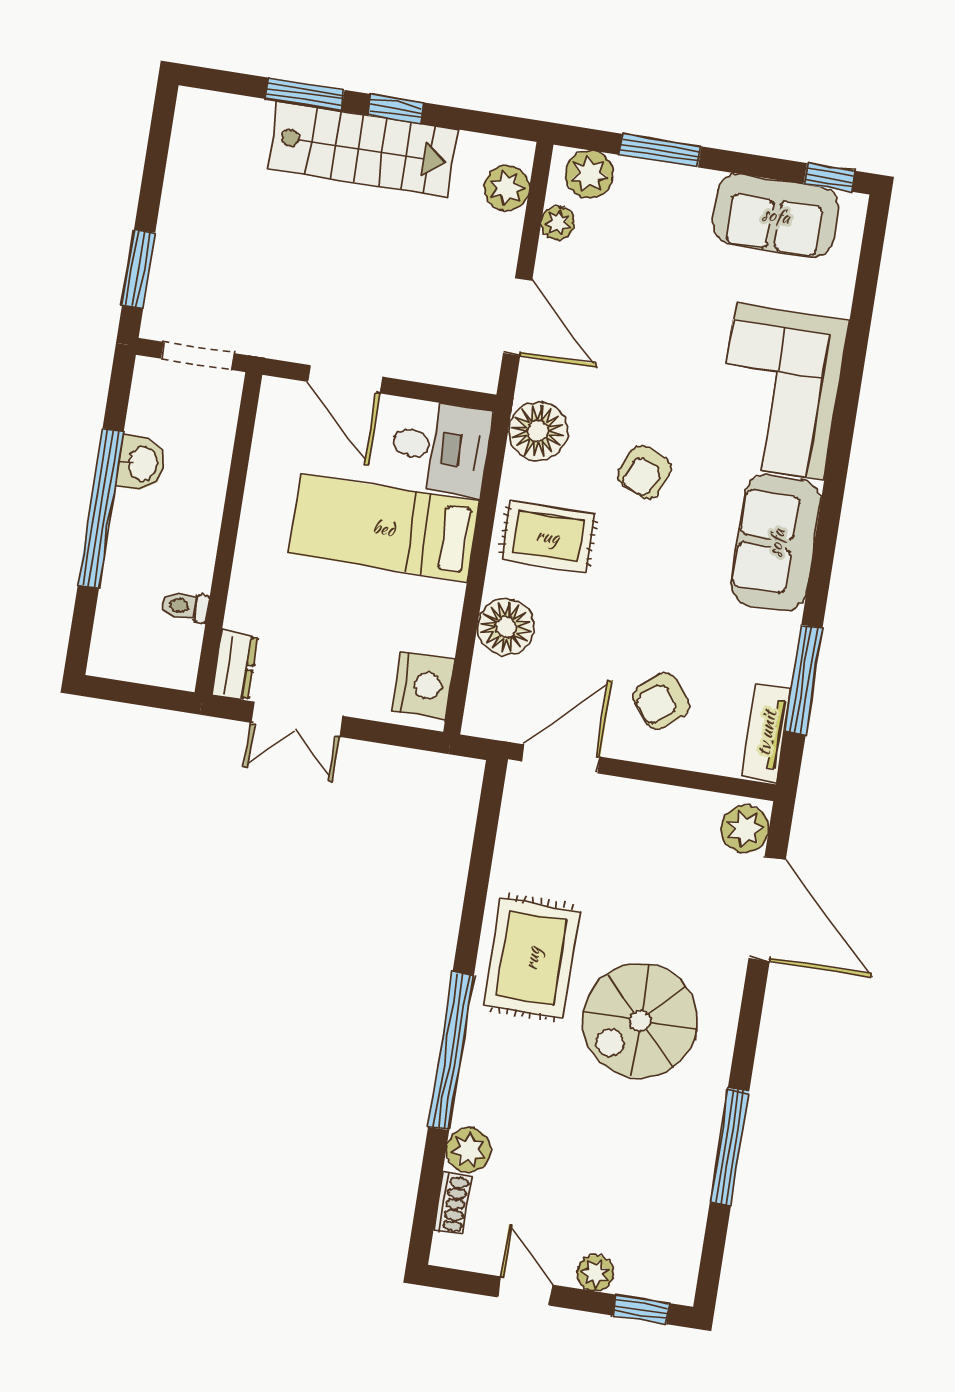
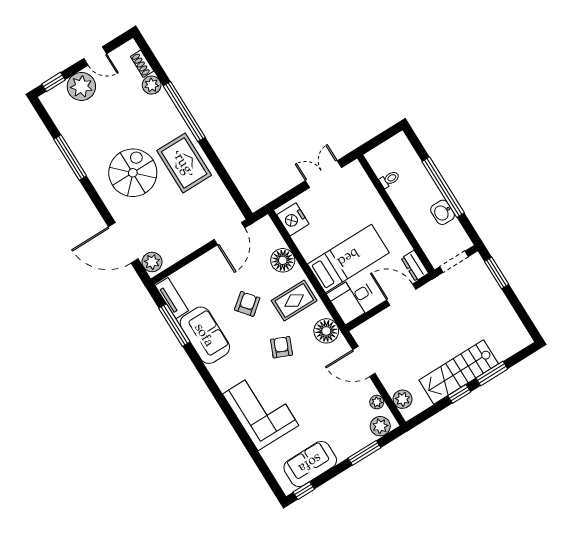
sofa: (776, 543) -> (205, 335), moved
dresser: (235, 665) -> (415, 266), moved
armchair: (661, 701) -> (247, 304), moved
plant: (595, 1273) -> (81, 86), width x1.88, depth x1.88

